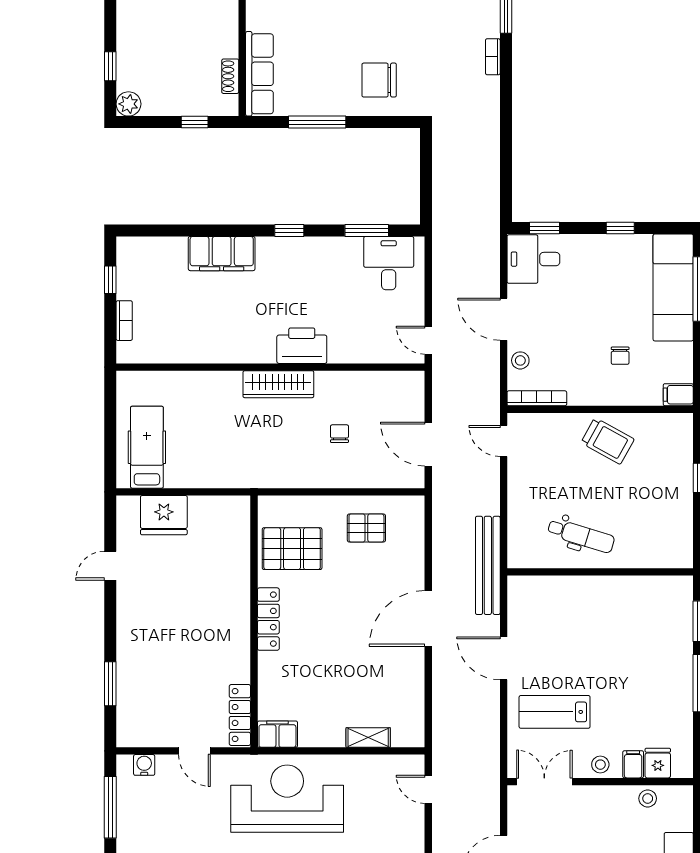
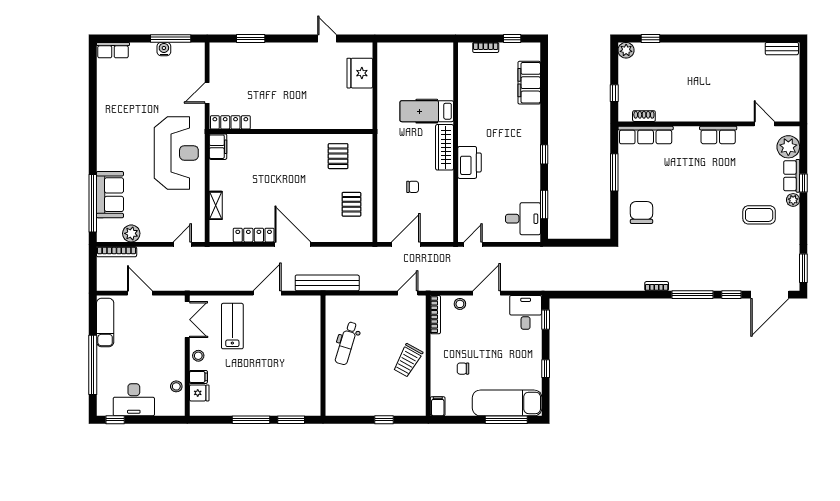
filing cabinet: (222, 254) -> (529, 83), moved
hospital bed: (147, 447) -> (427, 111), moved, turned 180
pallet: (292, 549) -> (338, 156), width x0.67, depth x0.71
locker: (268, 619) -> (254, 235), moved, turned 180
water cooler: (144, 765) -> (164, 49), moved, turned -90

